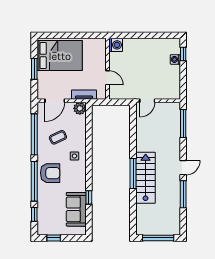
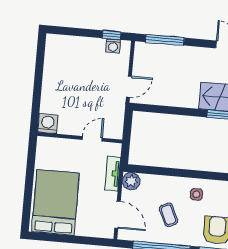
window: (183, 54) -> (112, 35), moved
washing machine: (175, 59) -> (113, 46), moved
window: (34, 69) -> (71, 239), removed
door: (147, 101) -> (129, 87), hinge flipped

